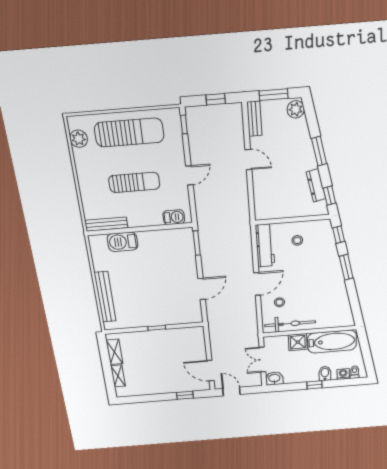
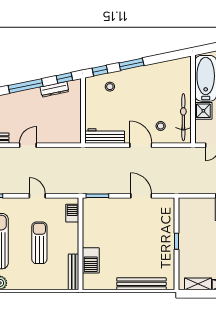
window: (319, 151) -> (26, 86), width x1.44
stool: (297, 240) -> (110, 87), moved

